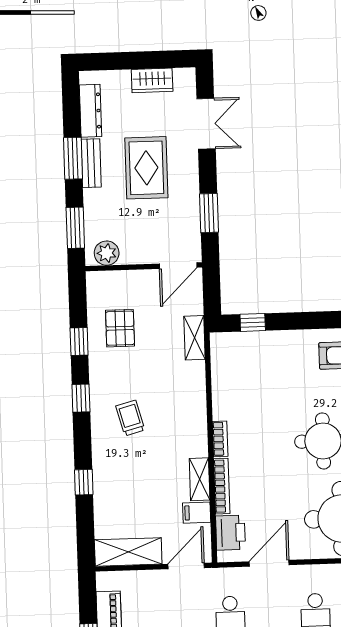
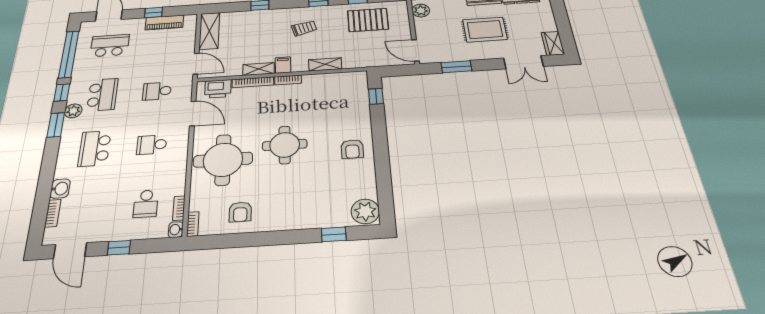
wardrobe: (152, 80) -> (553, 43), moved
pallet: (120, 328) -> (368, 20), width x1.50, depth x1.42
shelving: (195, 338) -> (325, 64), moved
filing cabinet: (197, 513) -> (283, 65), moved

